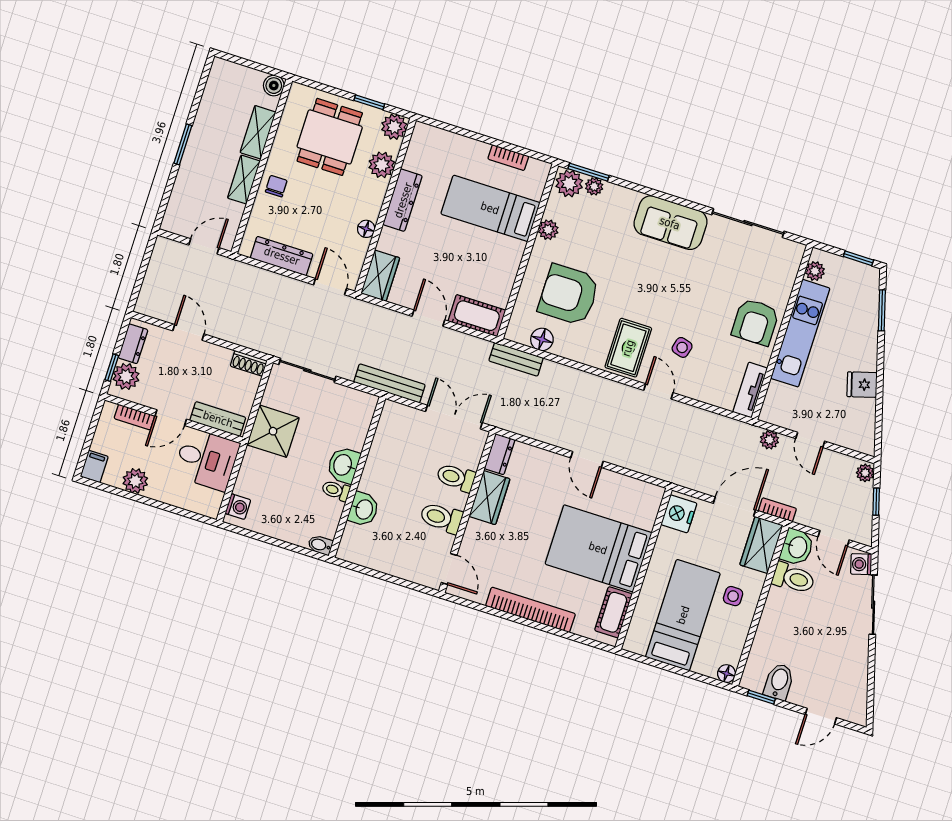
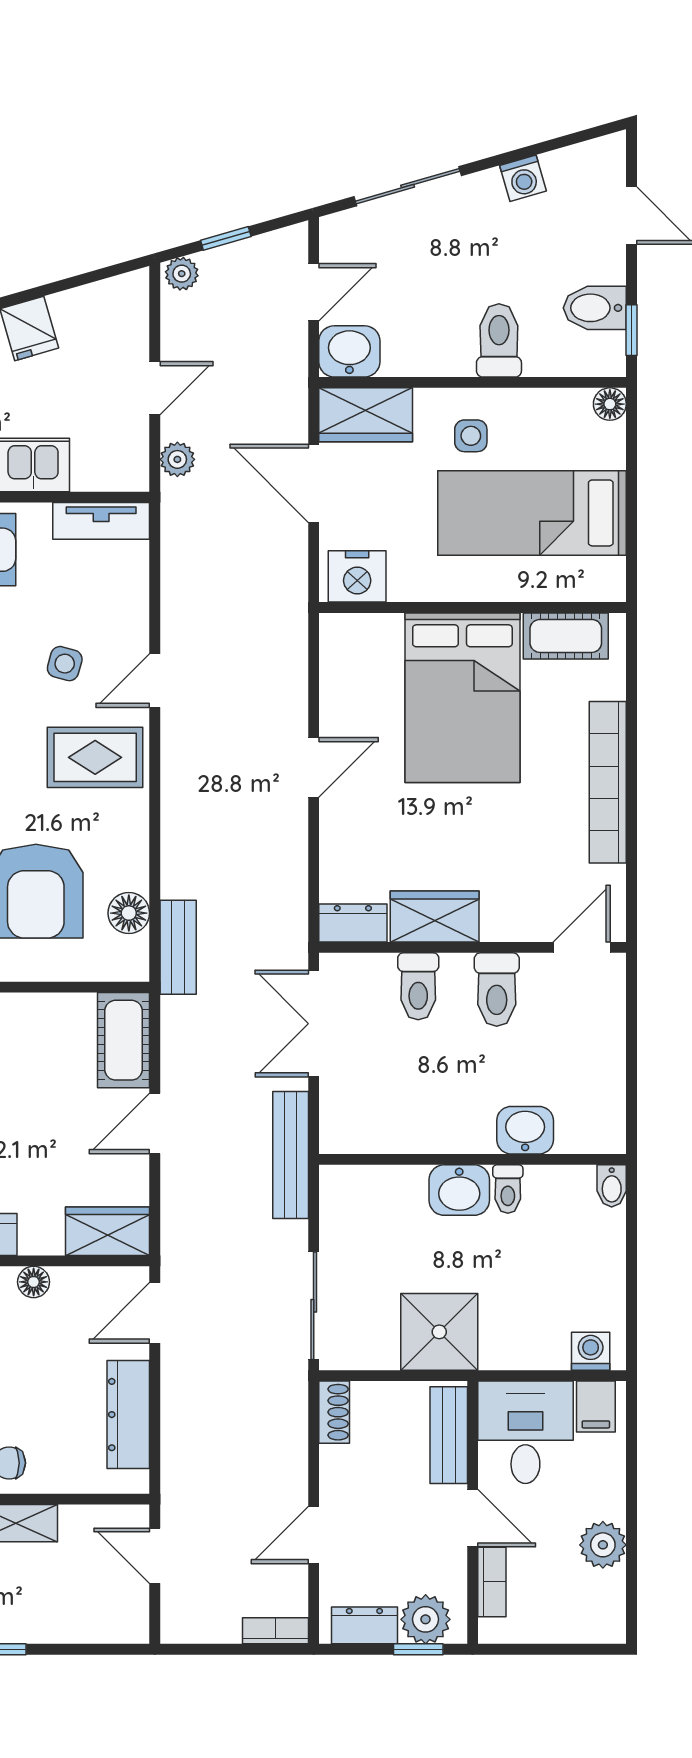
filing cabinet: (94, 466) -> (596, 1406), moved, turned -90
bookcase: (777, 510) -> (275, 1631), moved, turned 90
washing machine: (861, 564) -> (523, 178), moved
toilet: (793, 578) -> (499, 340), moved

